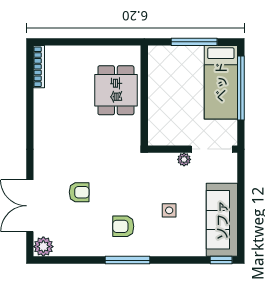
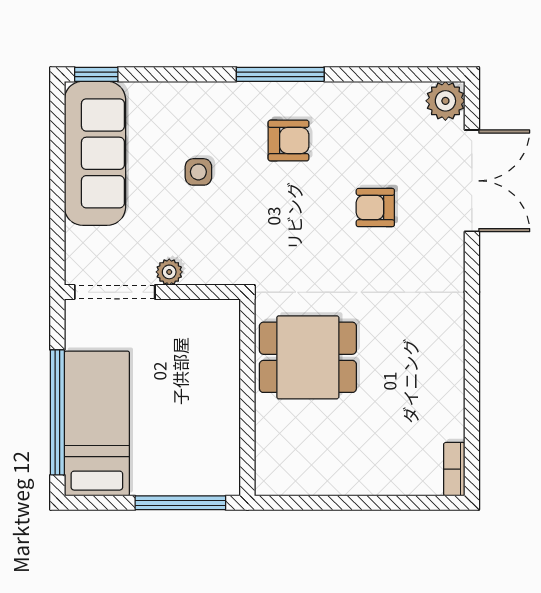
window: (194, 42) -> (180, 503), moved
bookcase: (39, 67) -> (454, 469), width x0.64
dining table: (116, 90) -> (308, 357), moved, turned 90

